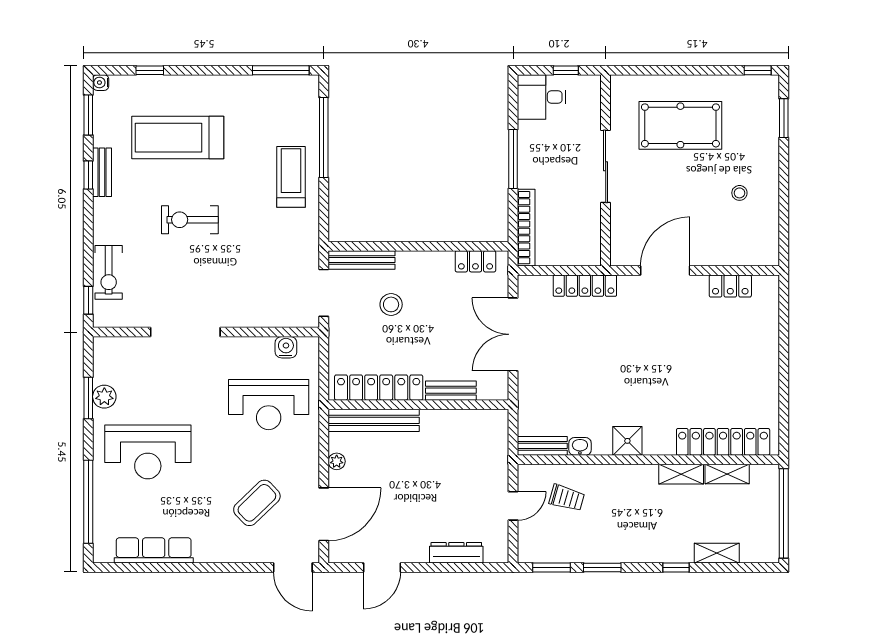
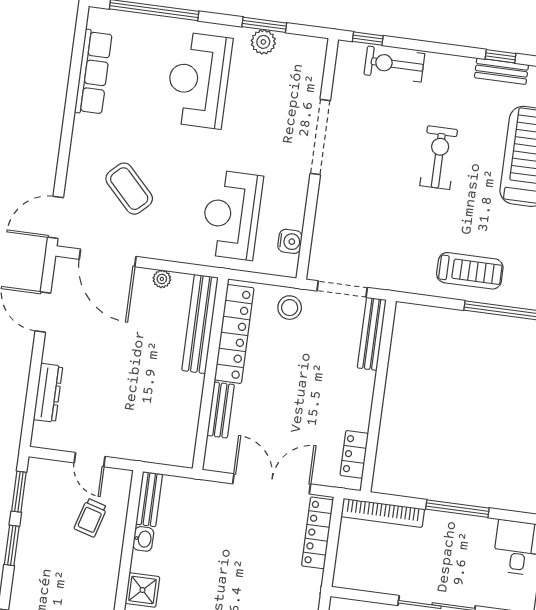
locker: (585, 286) -> (318, 533), moved
stool: (391, 304) -> (290, 308), moved

